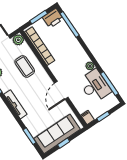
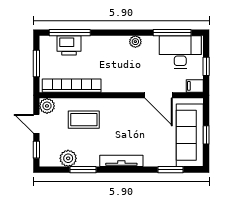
printer: (53, 18) -> (69, 45), moved, turned 90
desk: (95, 86) -> (180, 52), moved
door: (61, 90) -> (159, 95), moved

